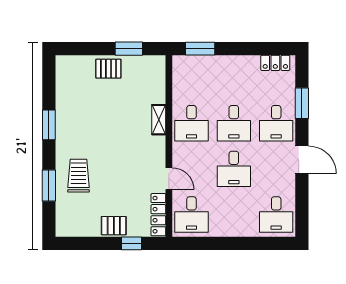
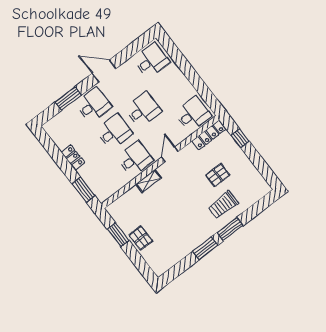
locker: (275, 63) -> (73, 158), moved
door: (302, 160) -> (104, 71), hinge flipped
door: (169, 179) -> (170, 154), moved
window: (49, 185) -> (230, 229), moved
pallet: (114, 226) -> (218, 175), moved, turned 90

